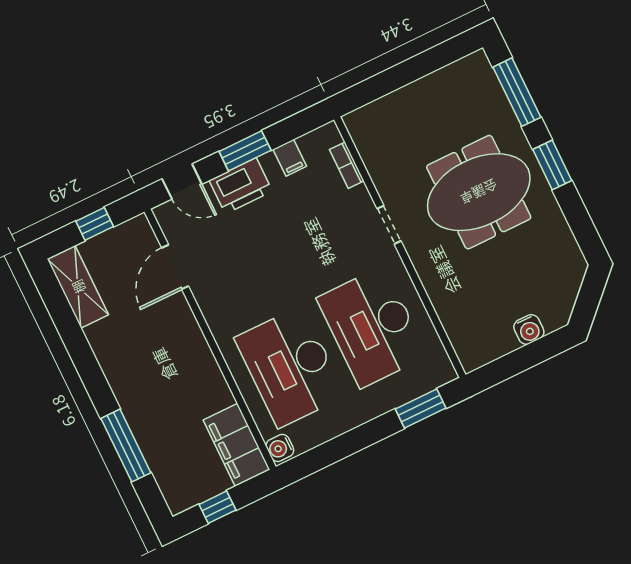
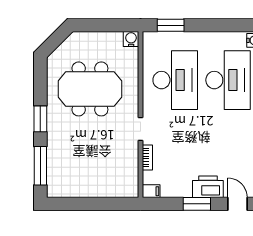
filing cabinet: (290, 158) -> (151, 191), moved, turned 90
bookcase: (347, 165) -> (147, 158), moved
meeting table: (479, 192) -> (90, 89), moved
water cooler: (529, 330) -> (131, 39), moved

